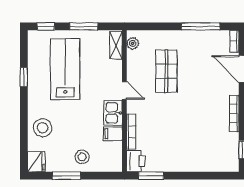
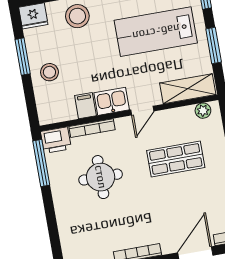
shelving: (116, 45) -> (188, 89), width x1.50, depth x1.33
lab bench: (65, 69) -> (156, 32), turned 180
round table: (170, 132) -> (101, 177), added
window: (151, 176) -> (41, 163), width x1.44

